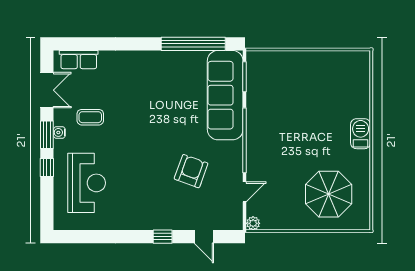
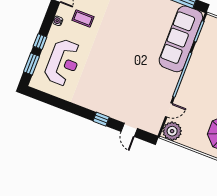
window: (47, 135) -> (31, 64), moved
armchair: (191, 171) -> (138, 82), removed
plant: (253, 223) -> (172, 131), width x1.87, depth x1.87

